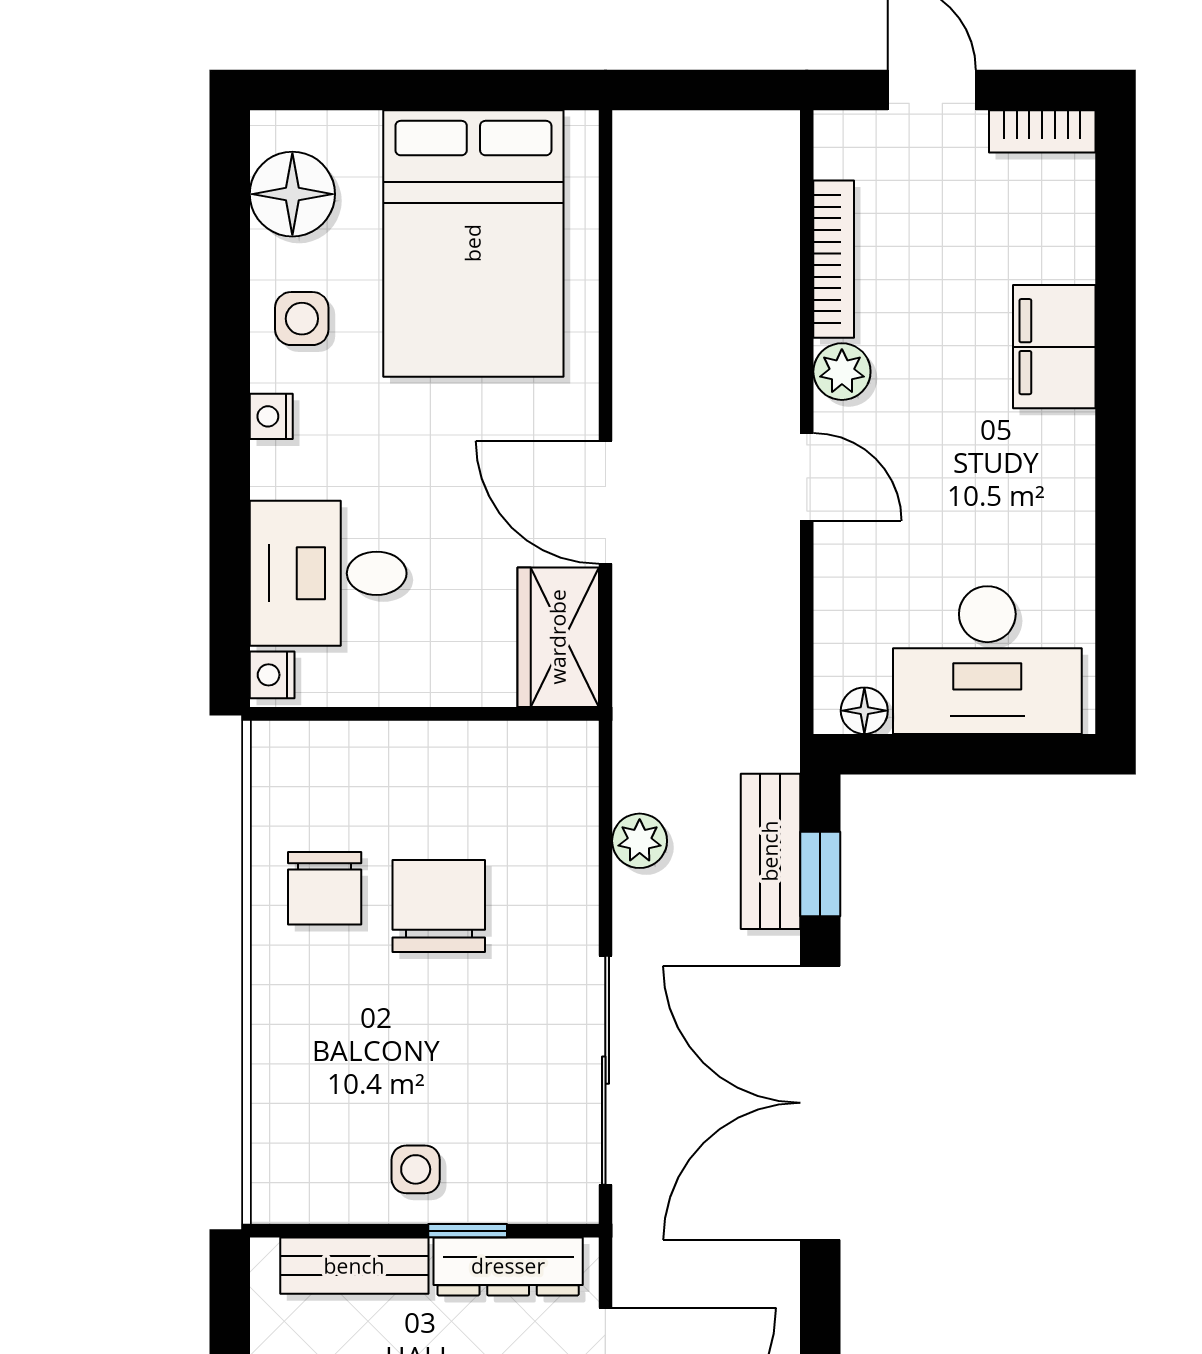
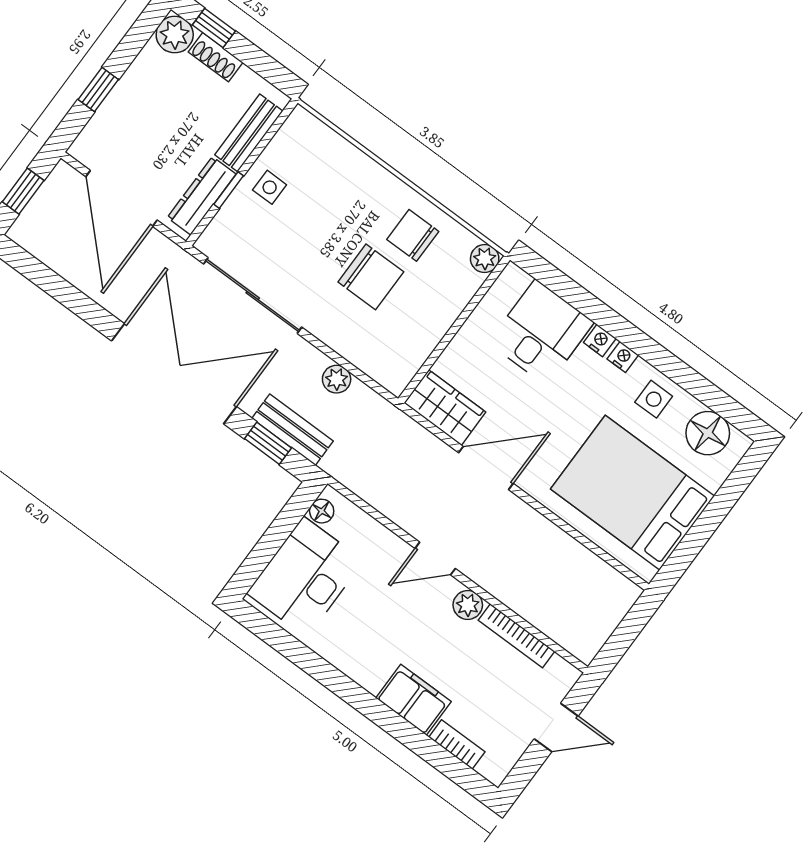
bookcase: (1042, 131) -> (457, 744), moved, turned 90
nightstand: (272, 675) -> (600, 340), moved
plant: (277, 748) -> (485, 259), added

